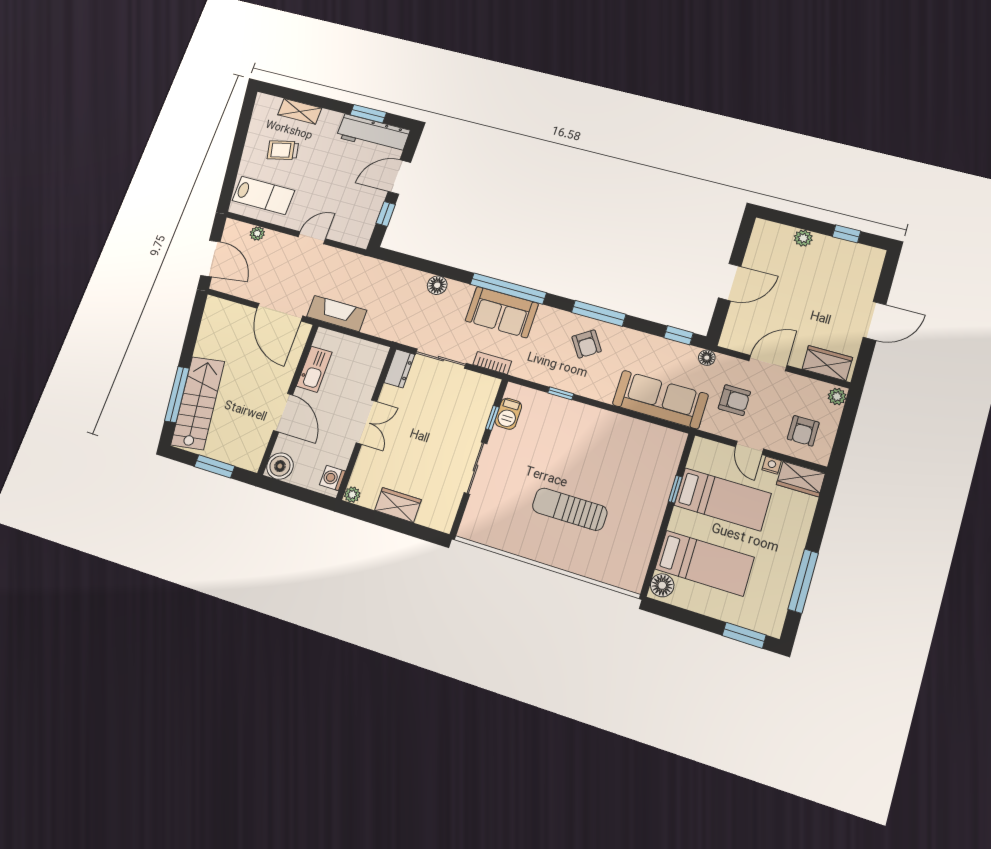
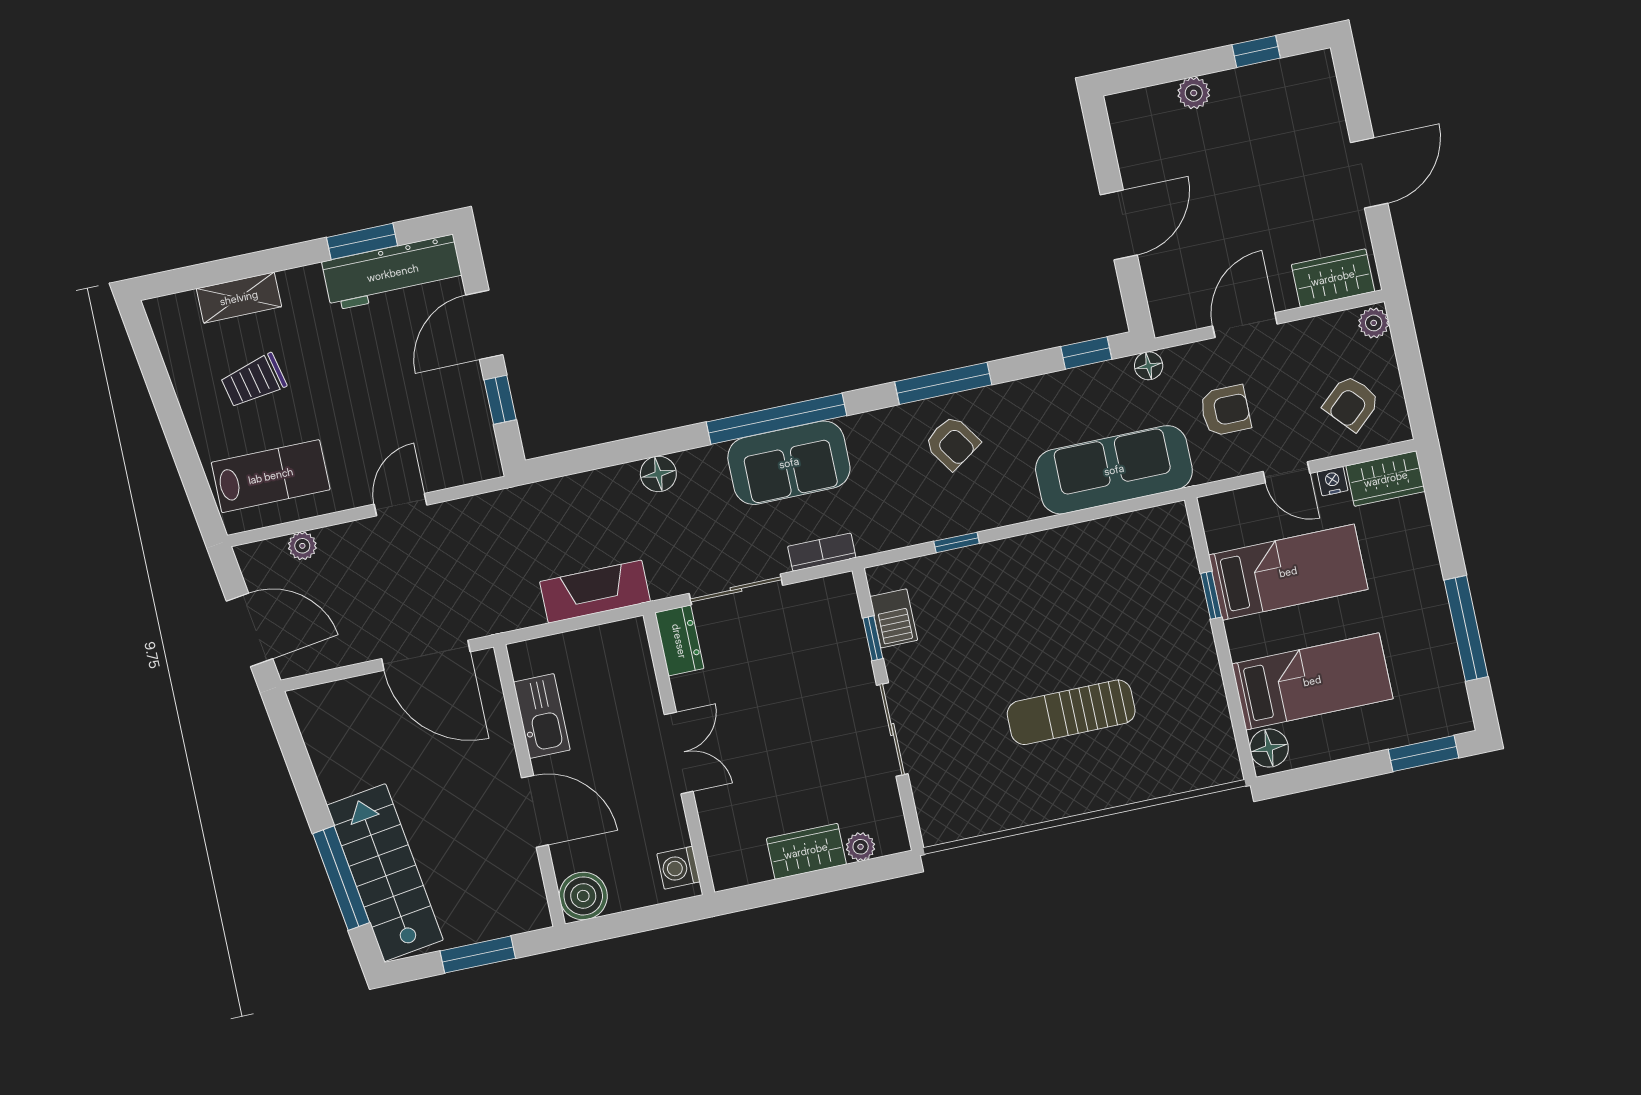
fireplace: (337, 313) -> (595, 592), moved
armchair: (803, 431) -> (1351, 403), turned 48
plant: (352, 495) -> (861, 847), moved

